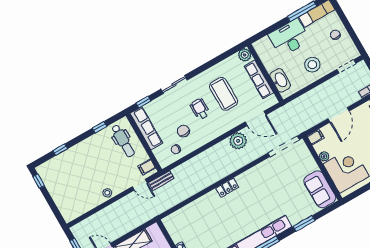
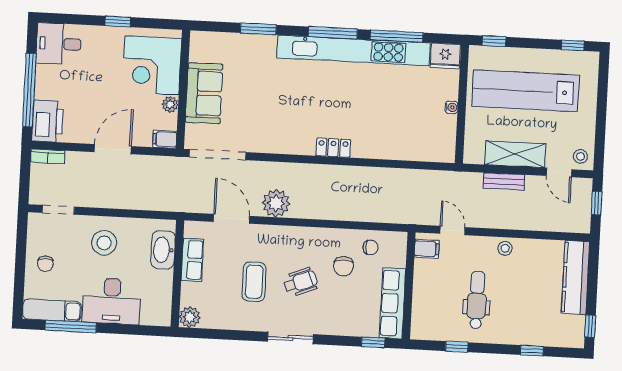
row of seats: (259, 79) -> (192, 260), width x0.68
sliding door: (174, 85) -> (290, 338), moved
coffee table: (224, 94) -> (254, 282), width x0.73, depth x0.76
wheelchair: (200, 109) -> (300, 282), turned -112
dental chair: (123, 141) -> (477, 300), moved
bench: (161, 181) -> (504, 181), moved
sofa: (320, 189) -> (204, 93), moved
kitchen counter: (62, 201) -> (575, 278), added

